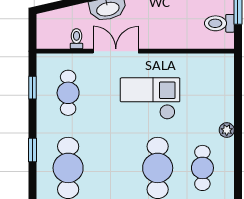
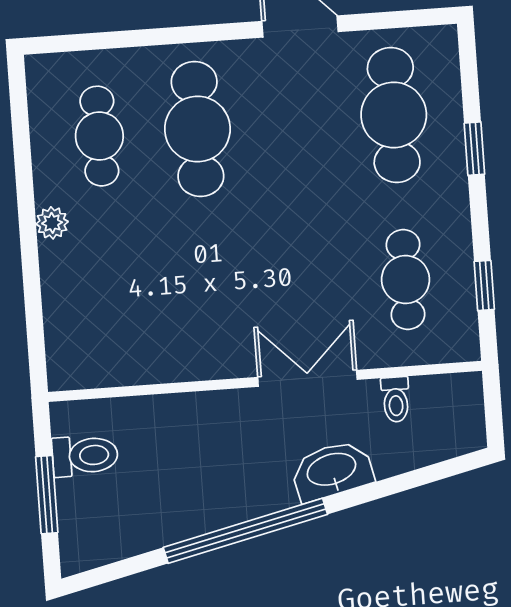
double door: (116, 51) -> (307, 378), swing flipped
checkout: (150, 99) -> (225, 280), removed

